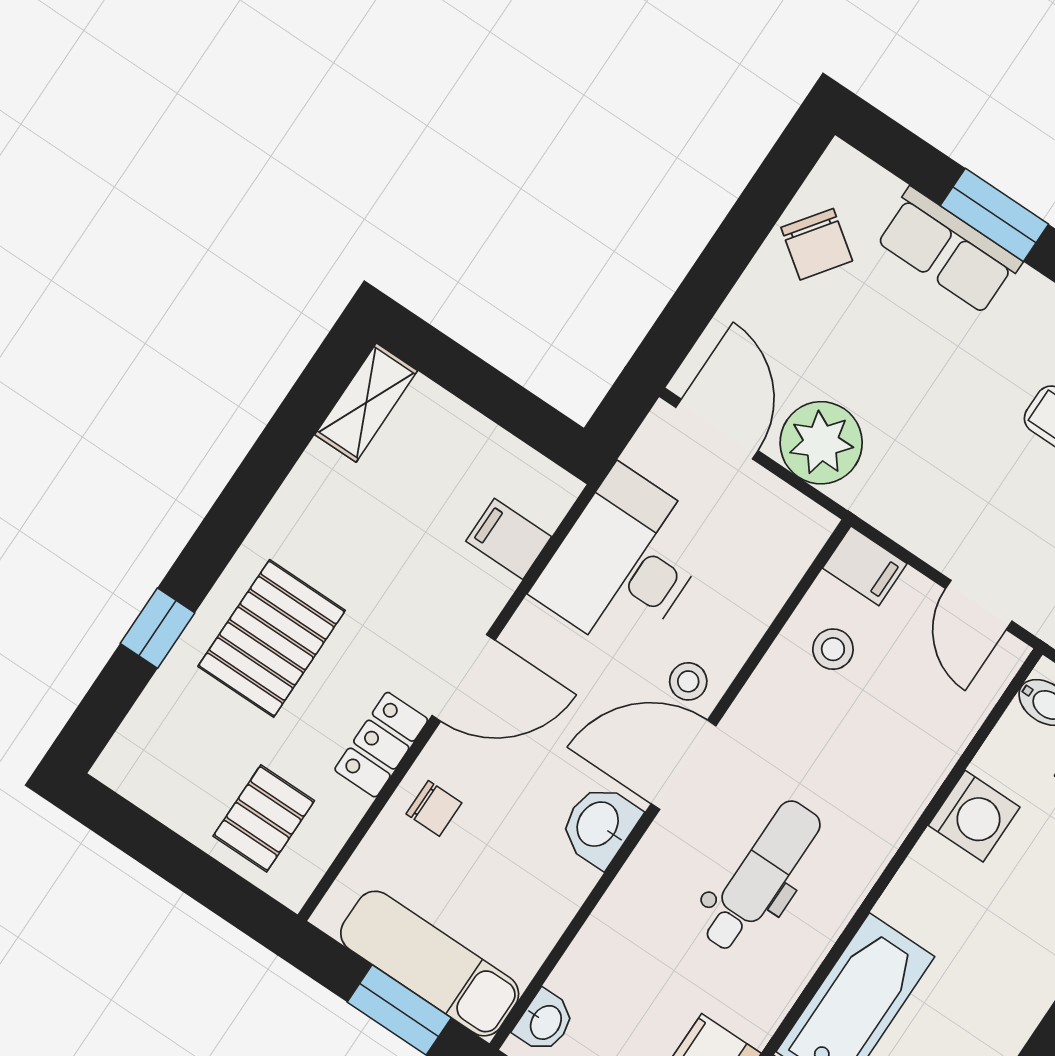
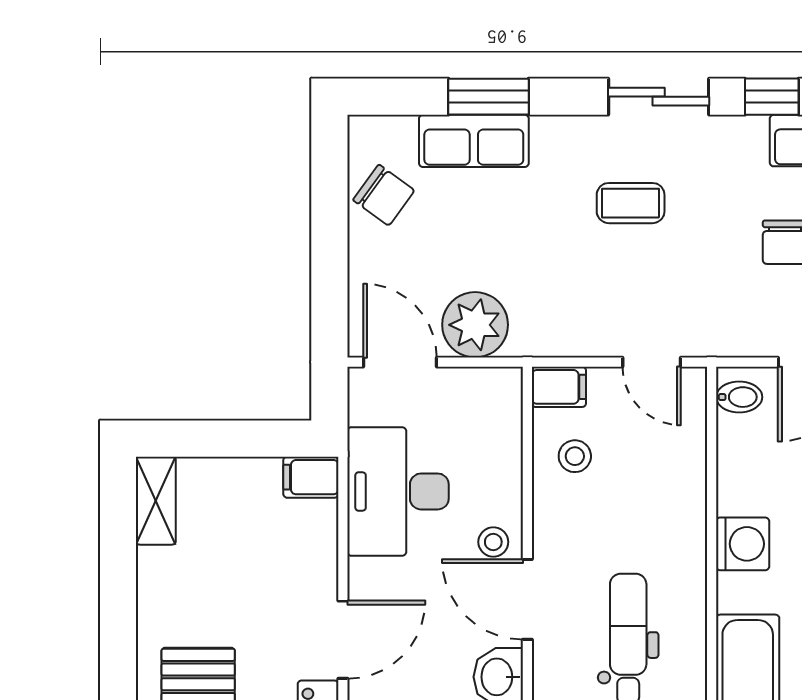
filing cabinet: (509, 539) -> (311, 477), moved
door: (684, 765) -> (527, 599), hinge flipped
washing machine: (974, 816) -> (743, 544), moved

